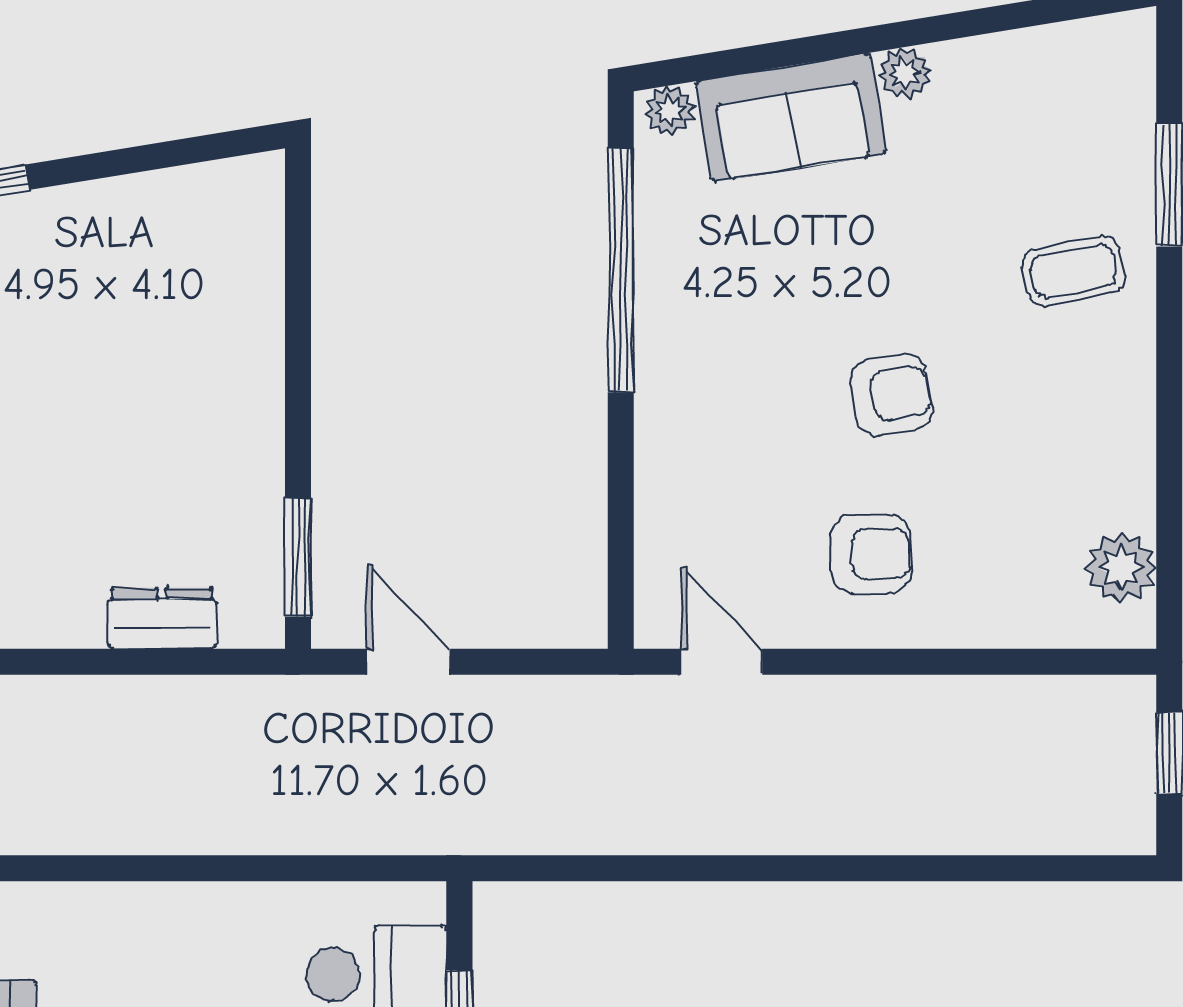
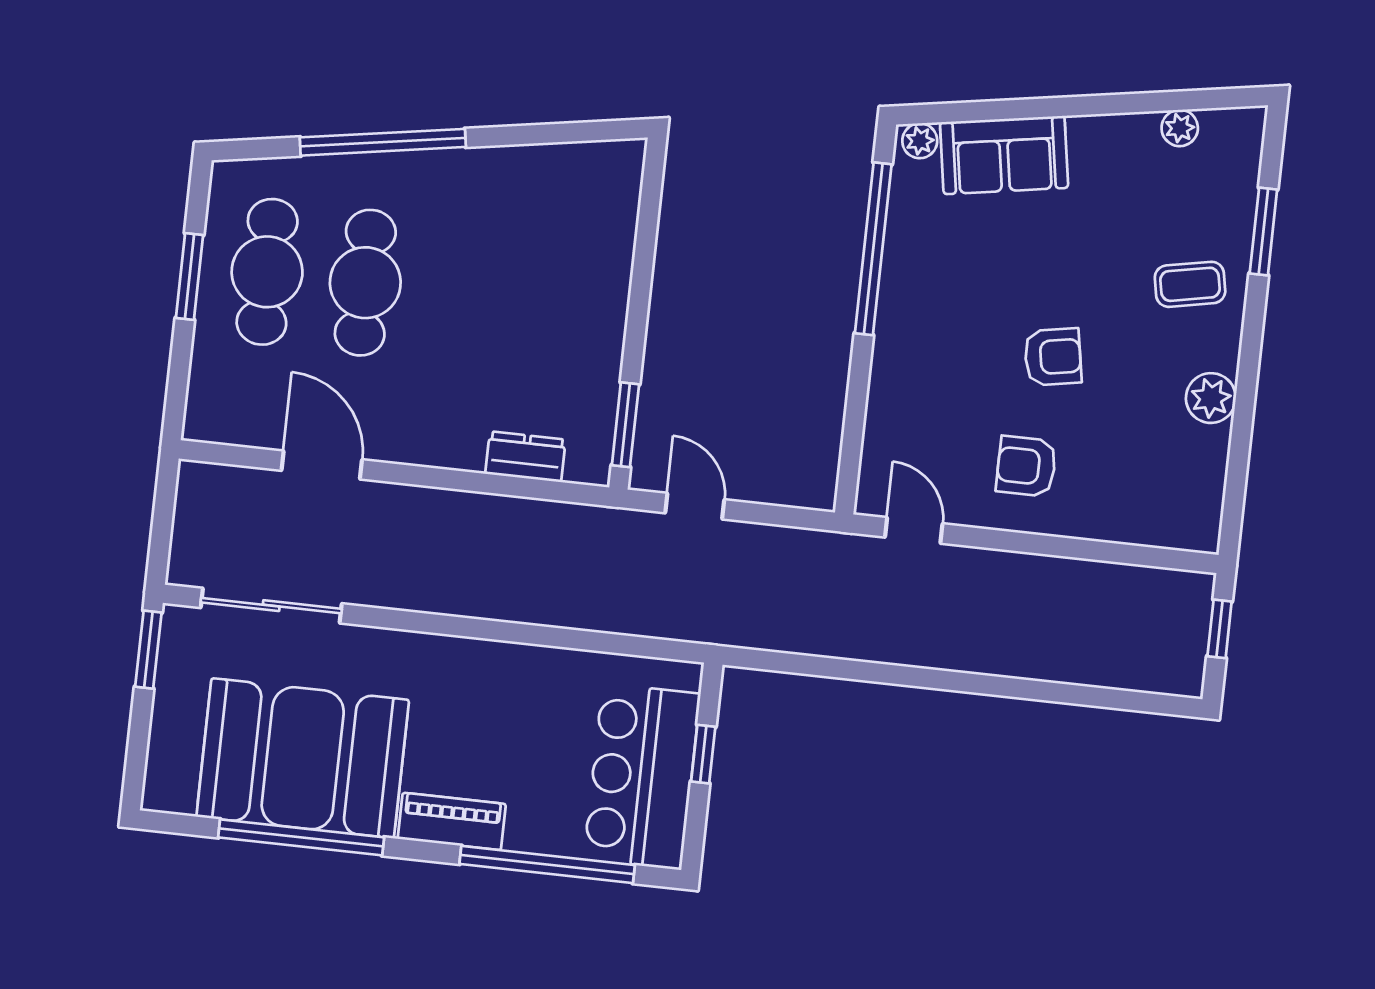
plant: (905, 73) -> (1180, 128), moved
armchair: (871, 554) -> (1026, 466), turned 180
plant: (1121, 568) -> (1211, 398), moved

